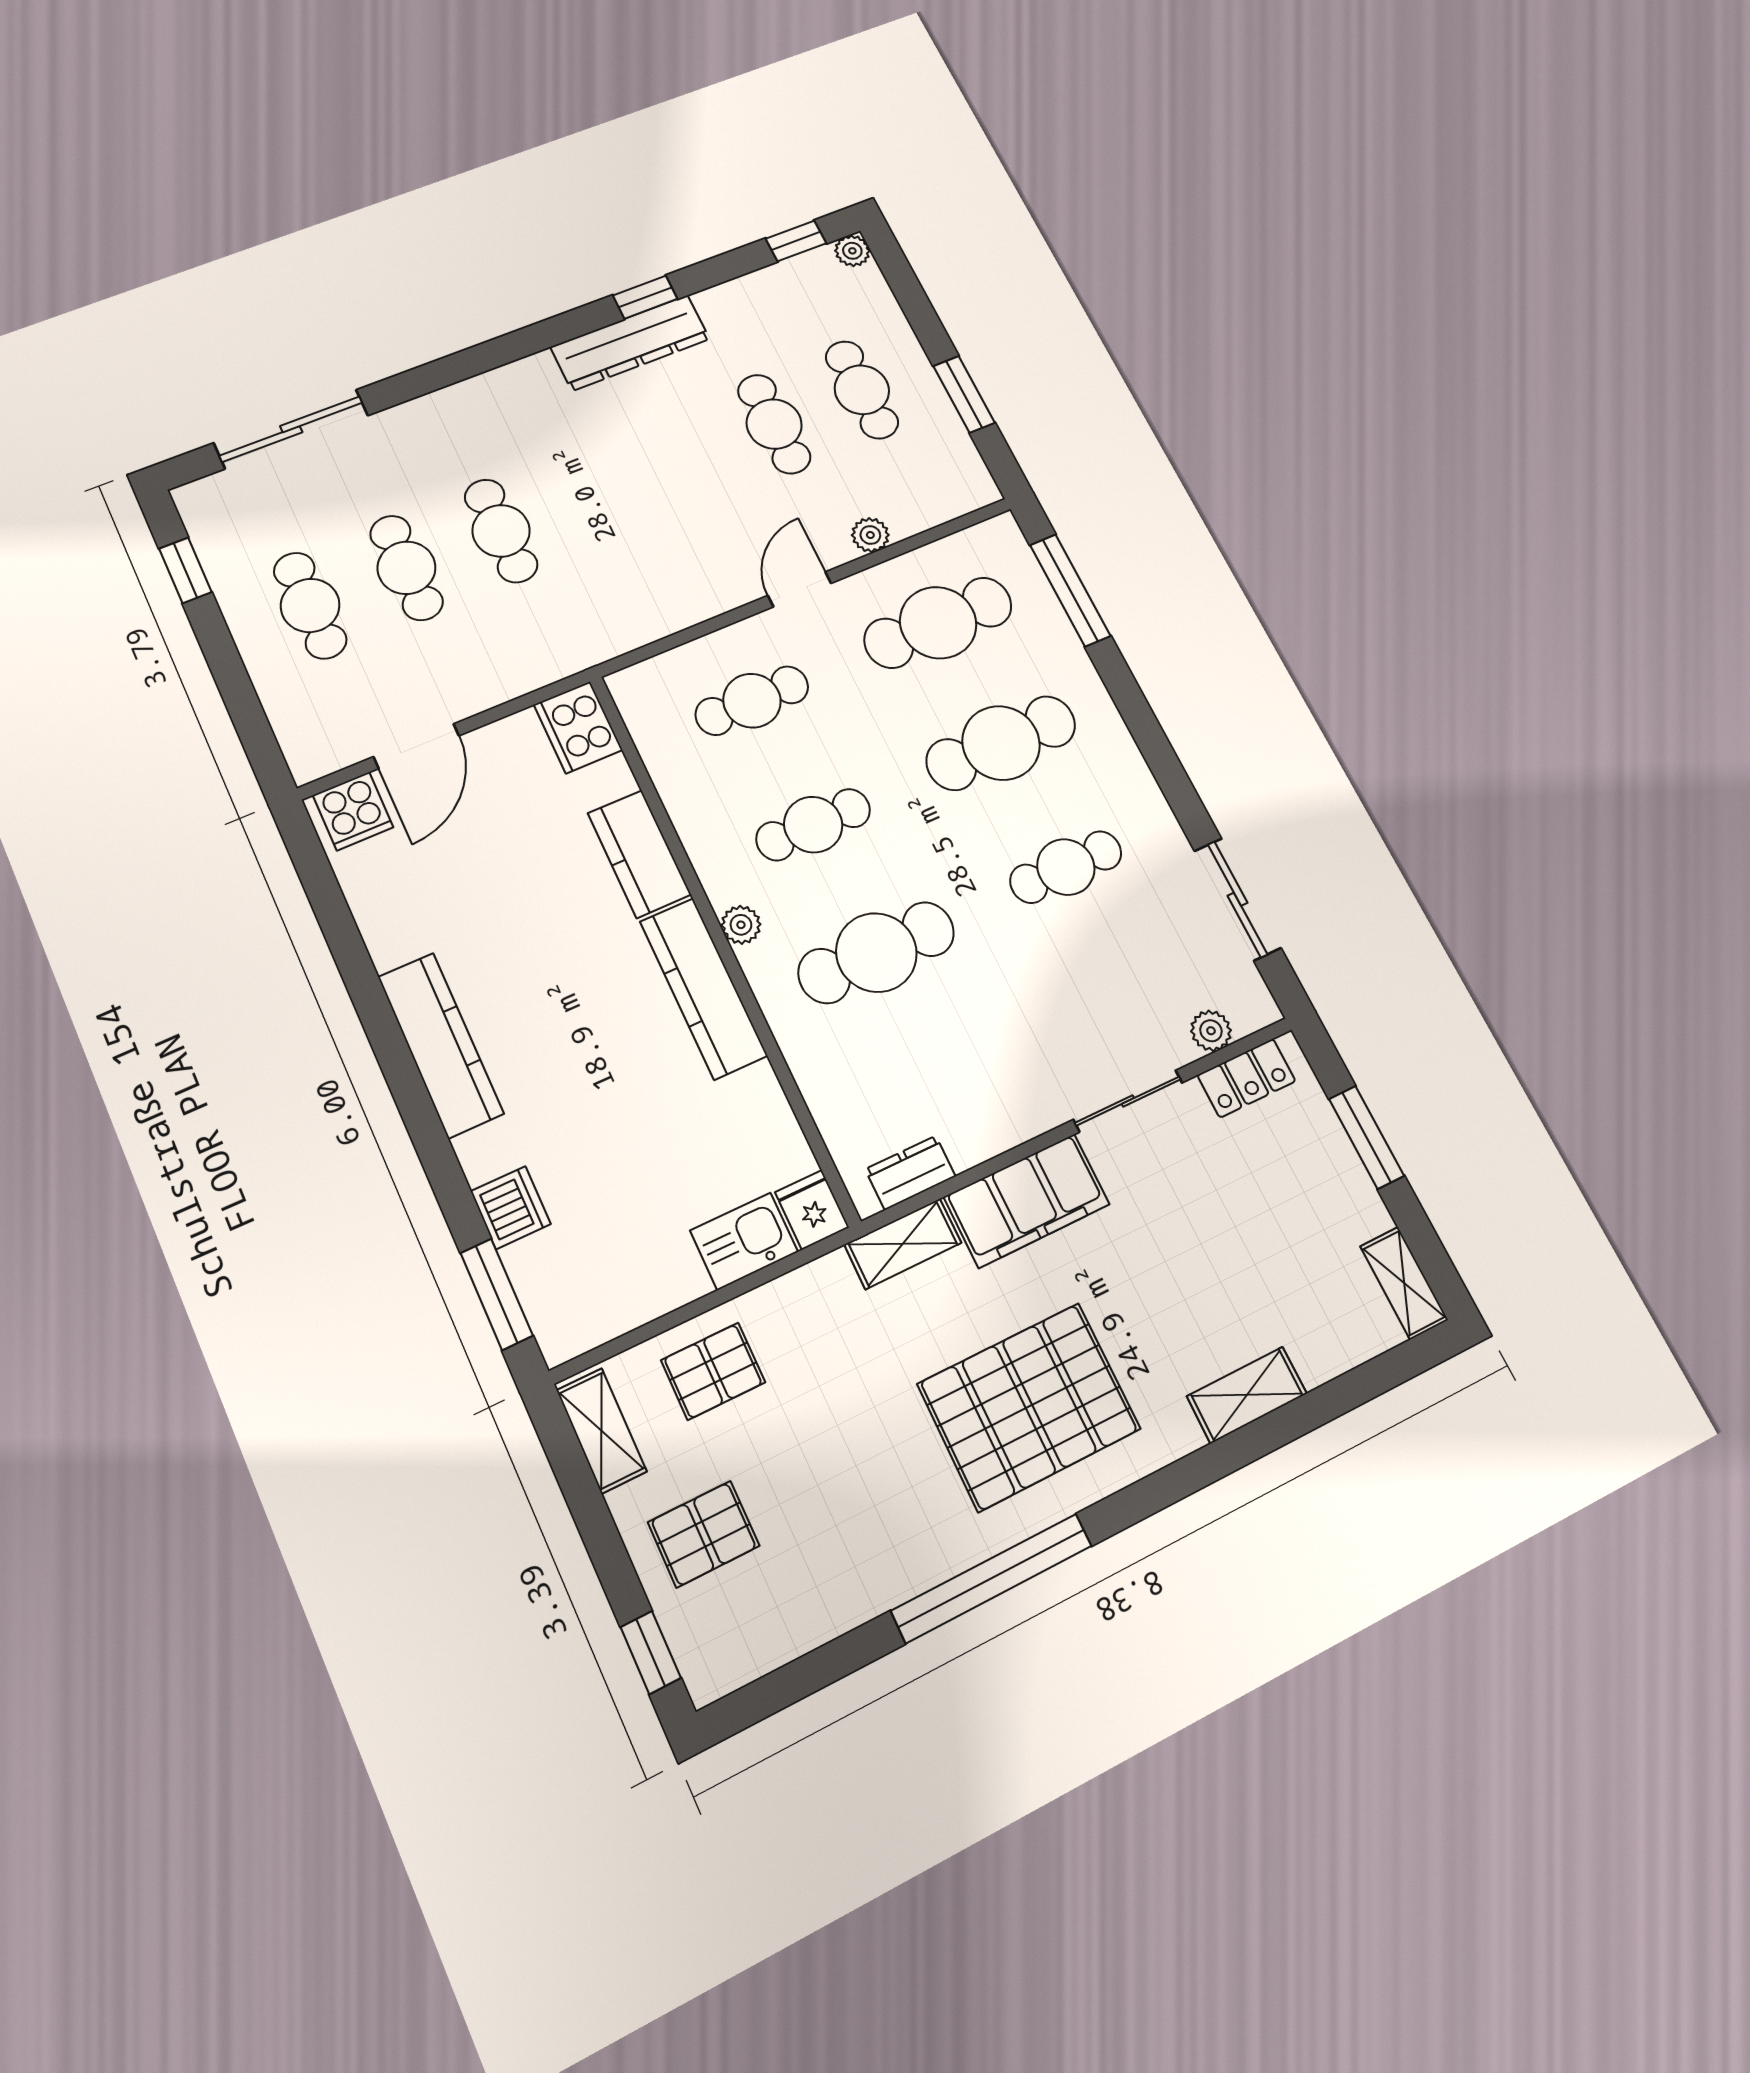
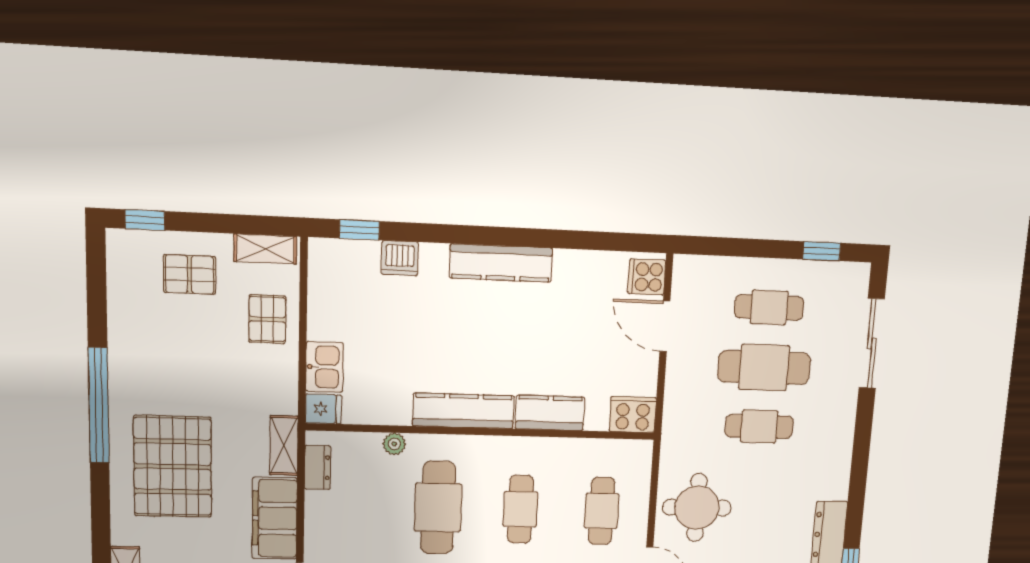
round table: (673, 562) -> (697, 508), added
cafe table: (406, 568) -> (764, 367), width x1.37, depth x1.35
plant: (741, 925) -> (394, 444), moved
window: (497, 1294) -> (359, 230), width x0.67
pallet: (704, 1534) -> (190, 275), turned 90

